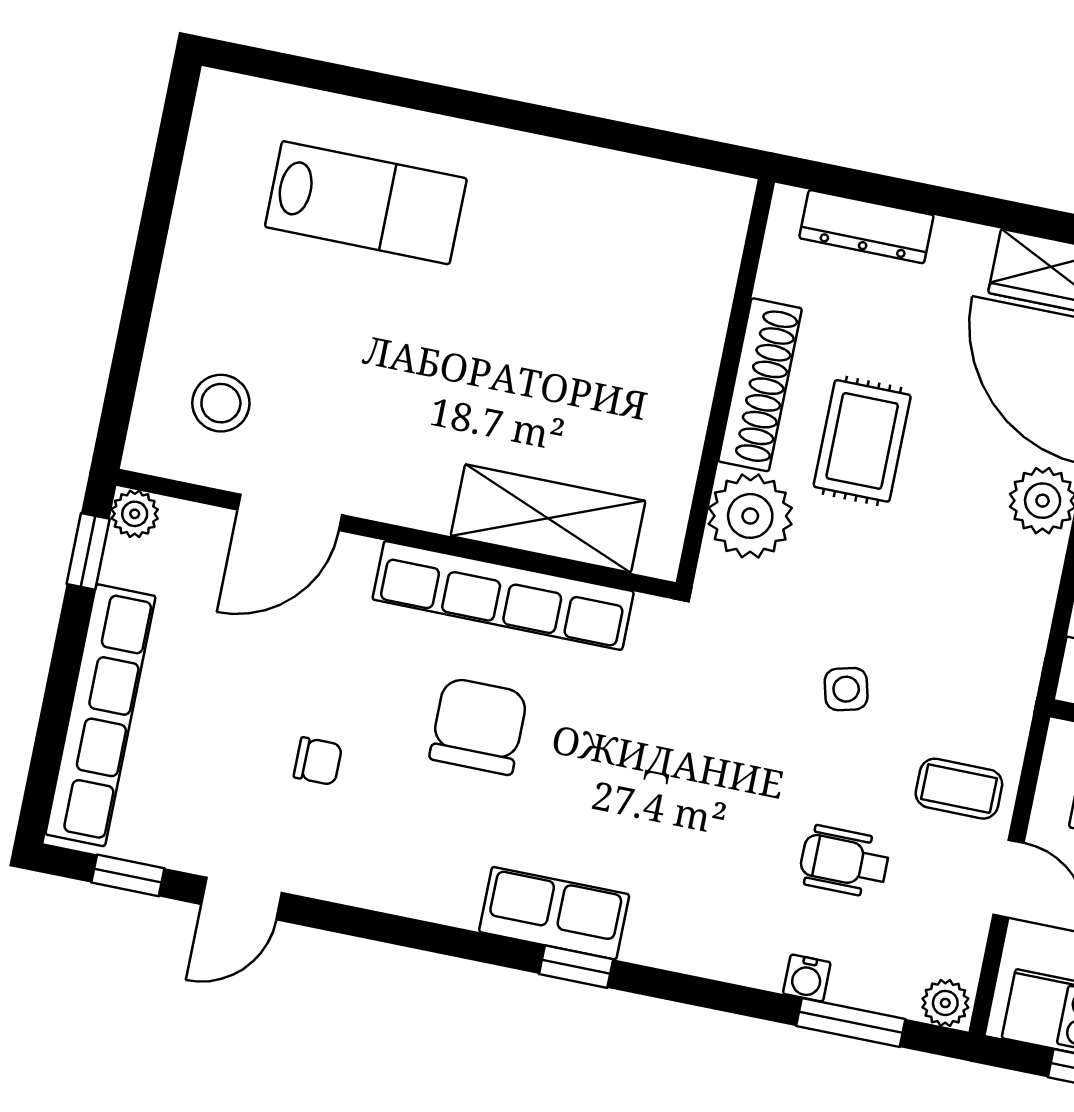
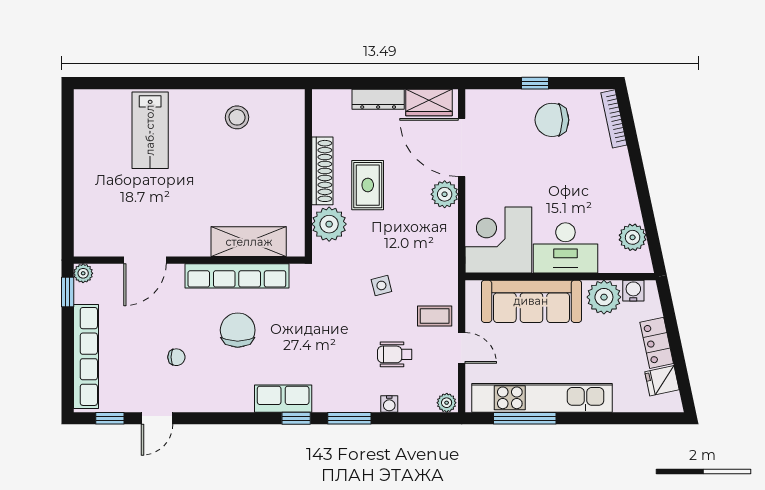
lab bench: (366, 203) -> (150, 130), turned 90
dresser: (866, 227) -> (378, 99), moved
stool: (221, 403) -> (237, 117), moved
window: (851, 1022) -> (349, 418), moved

